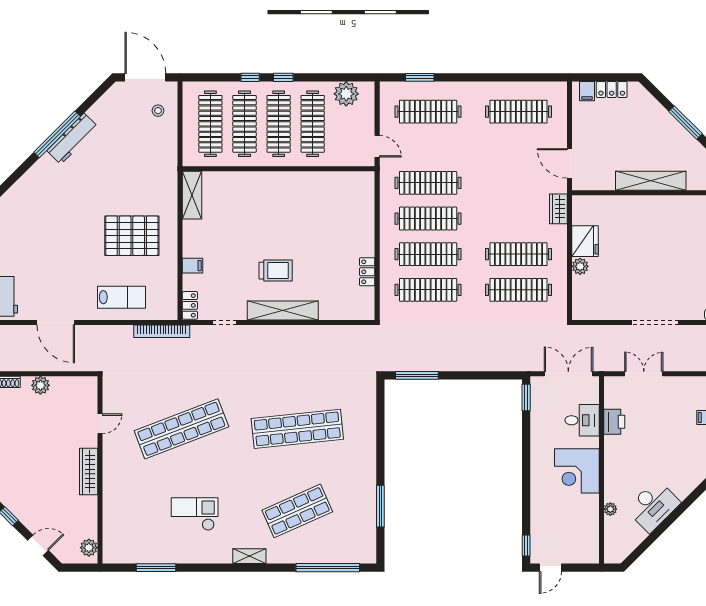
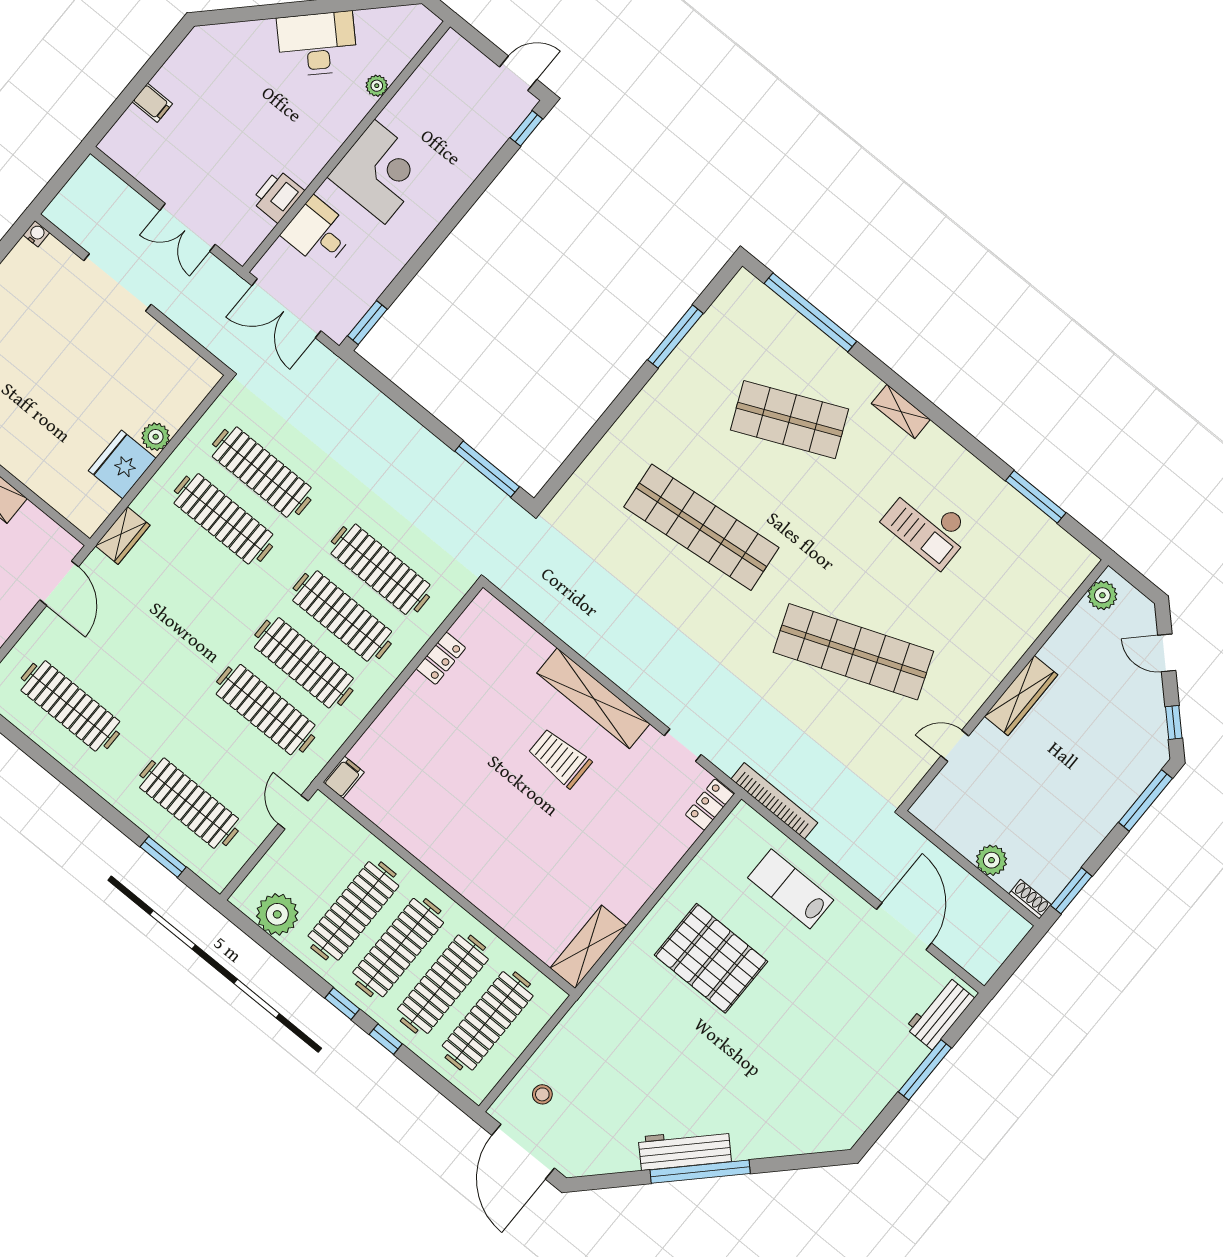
filing cabinet: (193, 266) -> (344, 777), moved, turned 90

